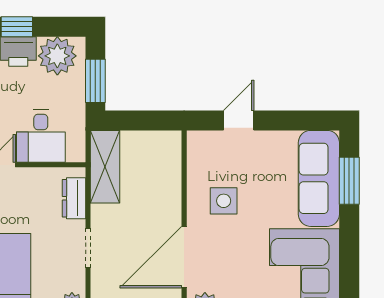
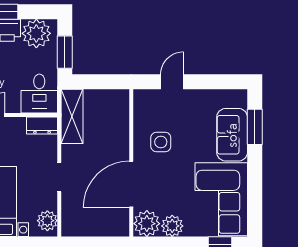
desk: (41, 136) -> (39, 94), moved
sofa: (319, 178) -> (232, 135), width x0.73
dresser: (74, 198) -> (42, 126), moved, turned -90

